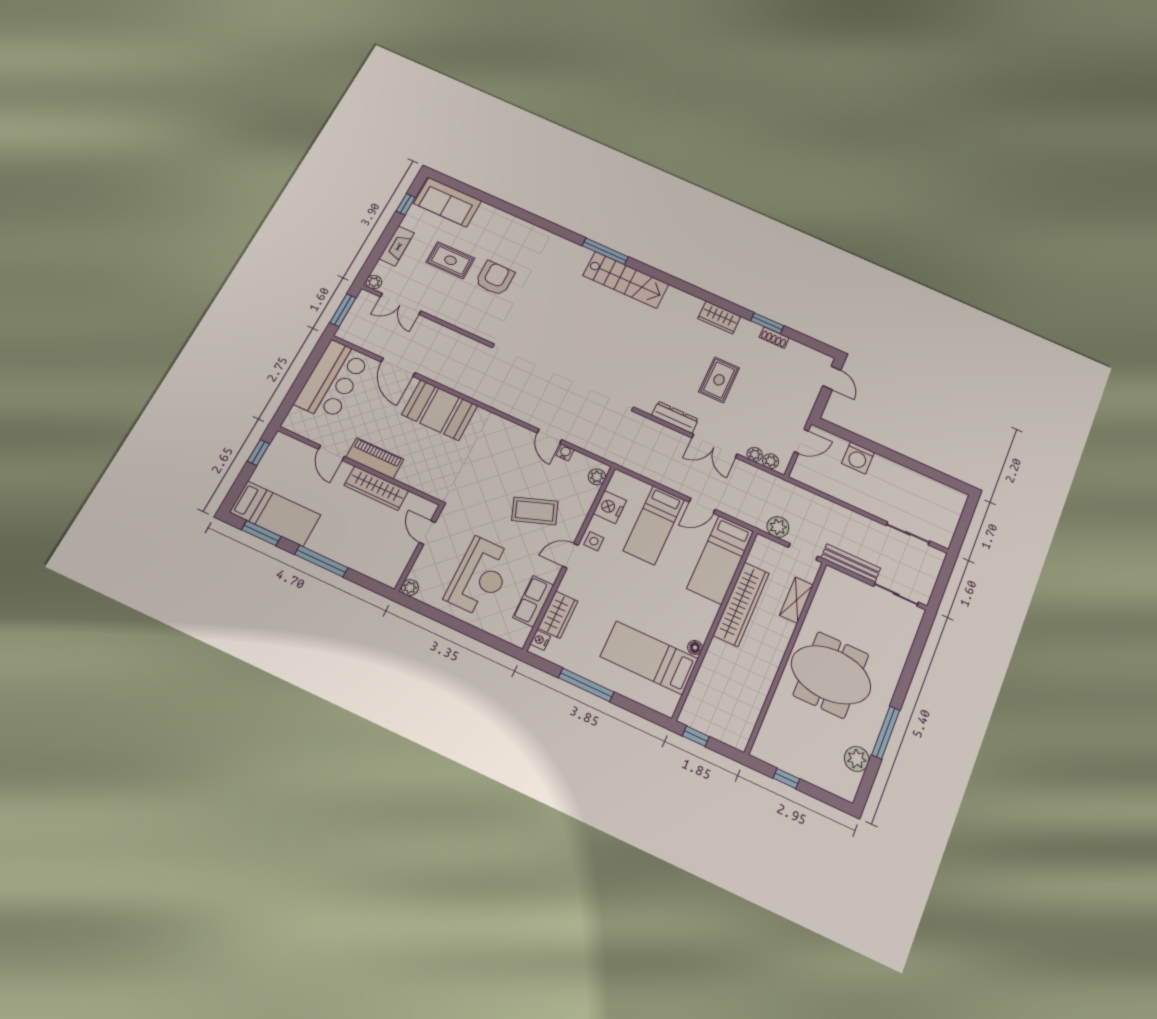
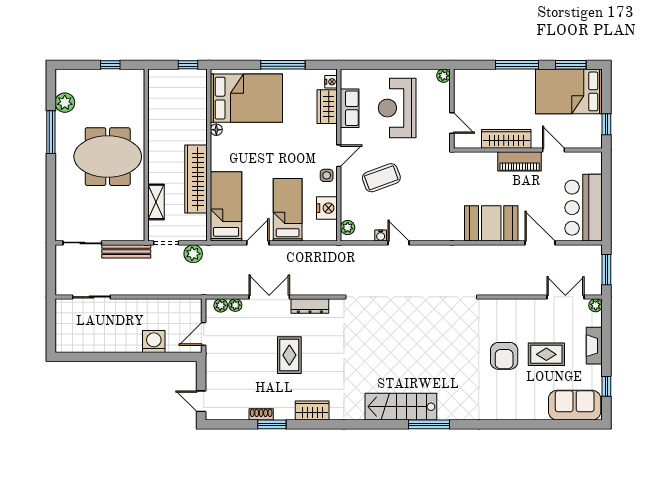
bed: (275, 514) -> (569, 91), width x1.50
bed: (649, 658) -> (246, 98), width x1.50

